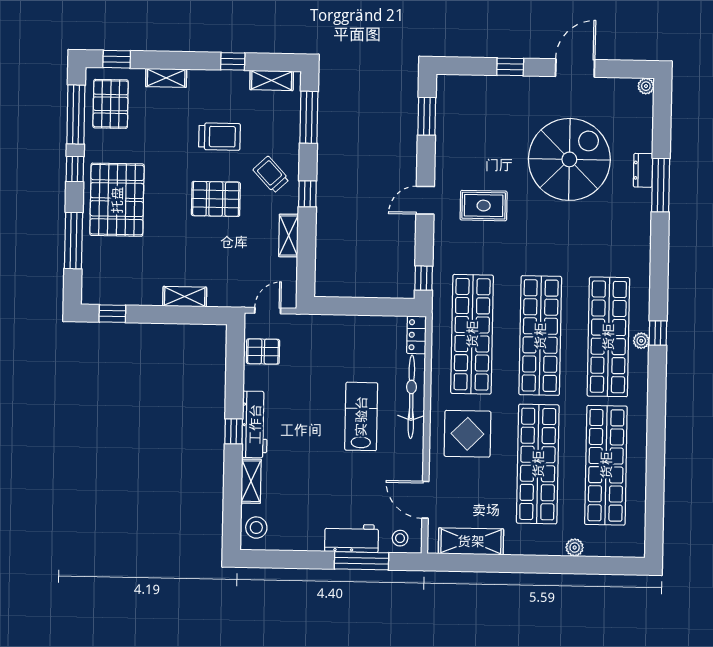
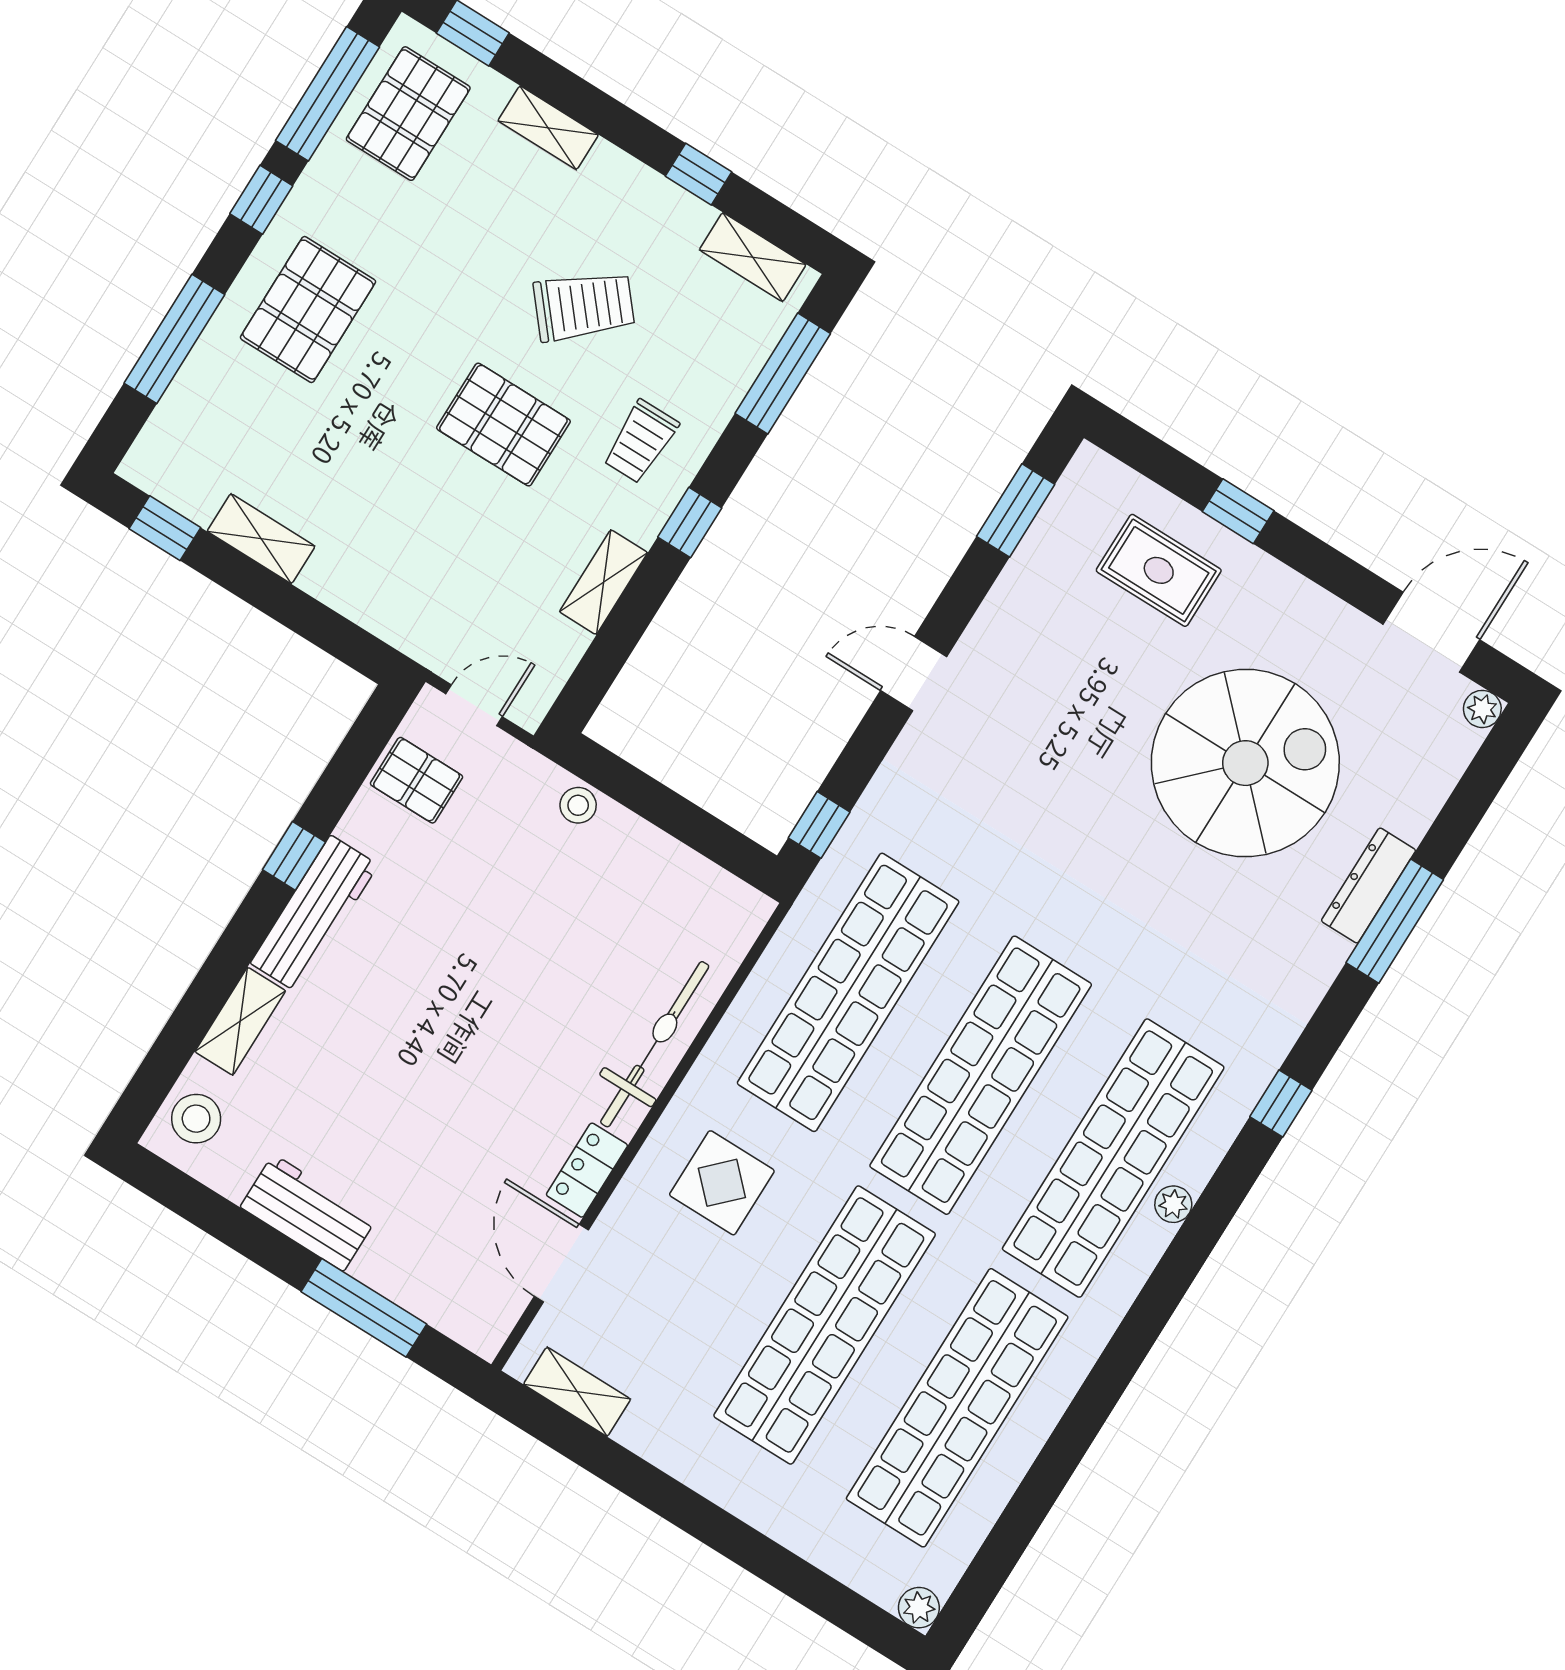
door: (575, 68) -> (1431, 632), moved
trolley: (219, 137) -> (584, 306), turned -40
dresser: (643, 170) -> (1368, 886), width x1.44
trolley: (271, 175) -> (641, 442), turned -137
pallet: (117, 200) -> (308, 310), width x0.73, depth x0.71
rug: (484, 206) -> (1159, 570), moved
shelving: (185, 297) -> (261, 539), moved
window: (658, 333) -> (1281, 1103), moved
locker: (417, 335) -> (587, 1170), moved
lab bench: (361, 416) -> (533, 1024), removed
window: (234, 431) -> (294, 856), moved
display table: (467, 434) -> (722, 1183), width x0.73, depth x0.73
workbench: (352, 538) -> (308, 1213), moved
stool: (400, 538) -> (578, 805), moved
shelving: (471, 541) -> (577, 1392), width x0.67, depth x0.75
plant: (575, 547) -> (919, 1608), moved

